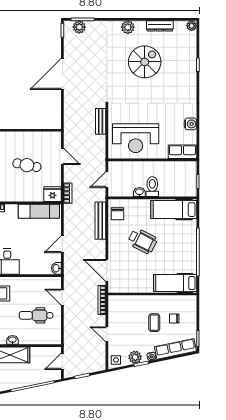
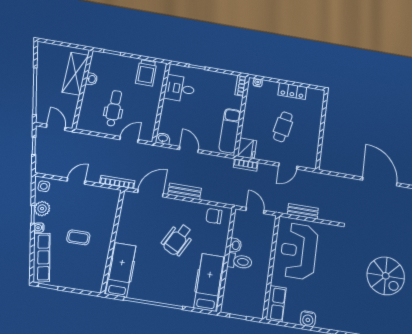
bench: (101, 121) -> (303, 211), moved
bench: (100, 221) -> (185, 191), moved, width x0.73
chair: (174, 318) -> (78, 262), removed

